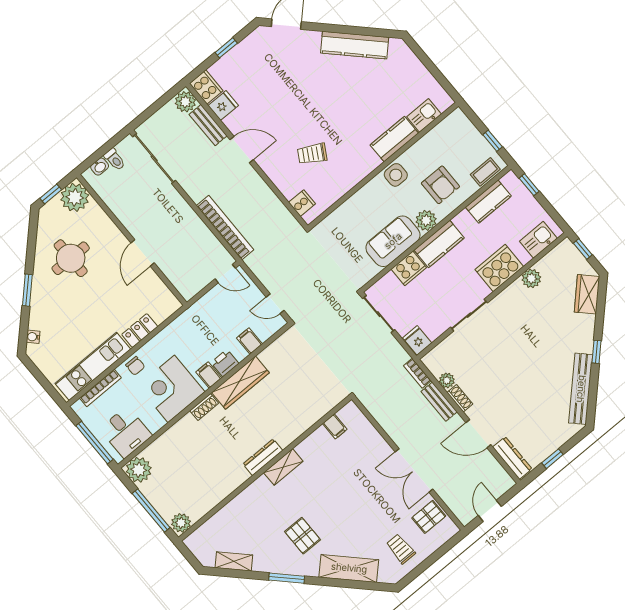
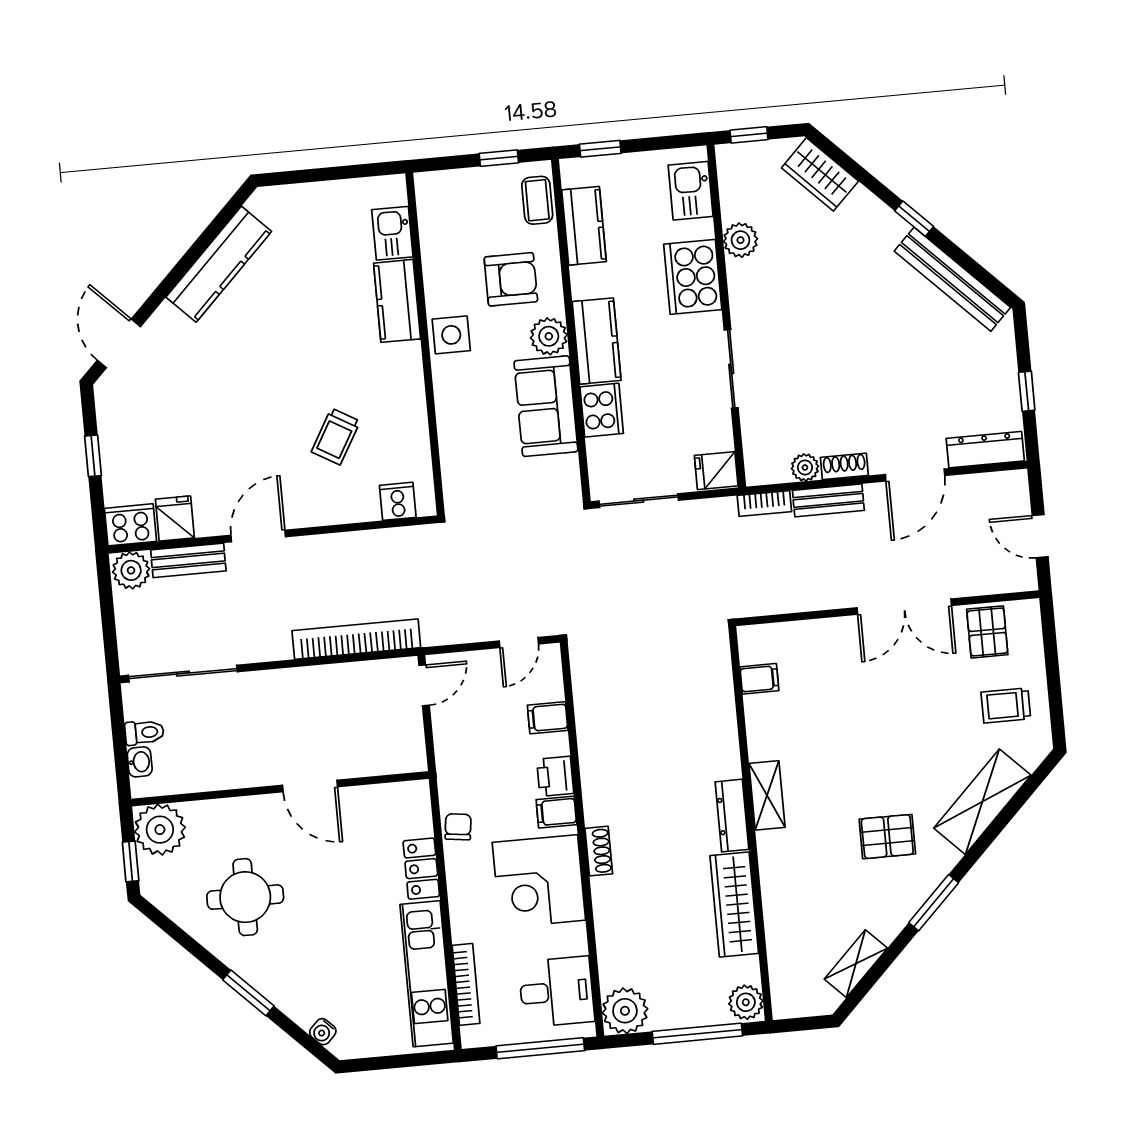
chair: (135, 366) -> (458, 827), moved, turned -83
wardrobe: (240, 383) -> (734, 904), moved, turned 180

